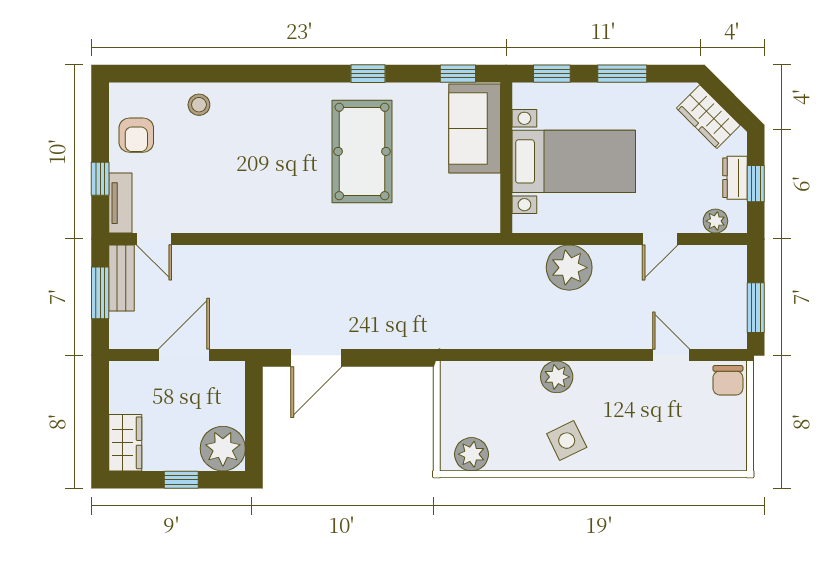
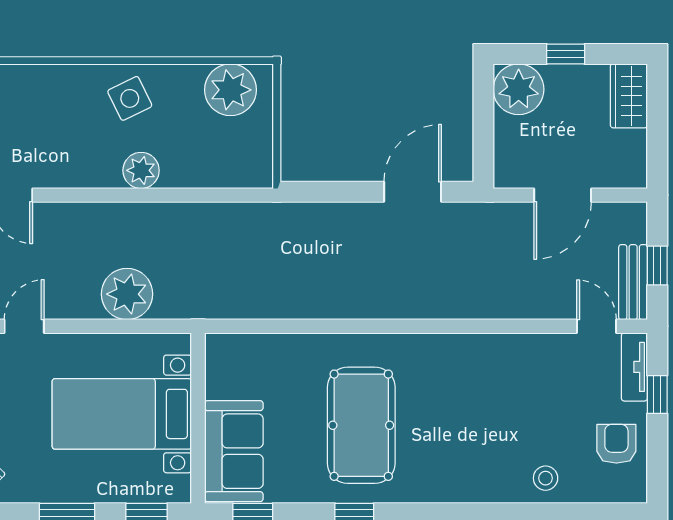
window: (100, 293) -> (657, 265), width x0.67
plant: (471, 454) -> (231, 90), width x1.36, depth x1.36

